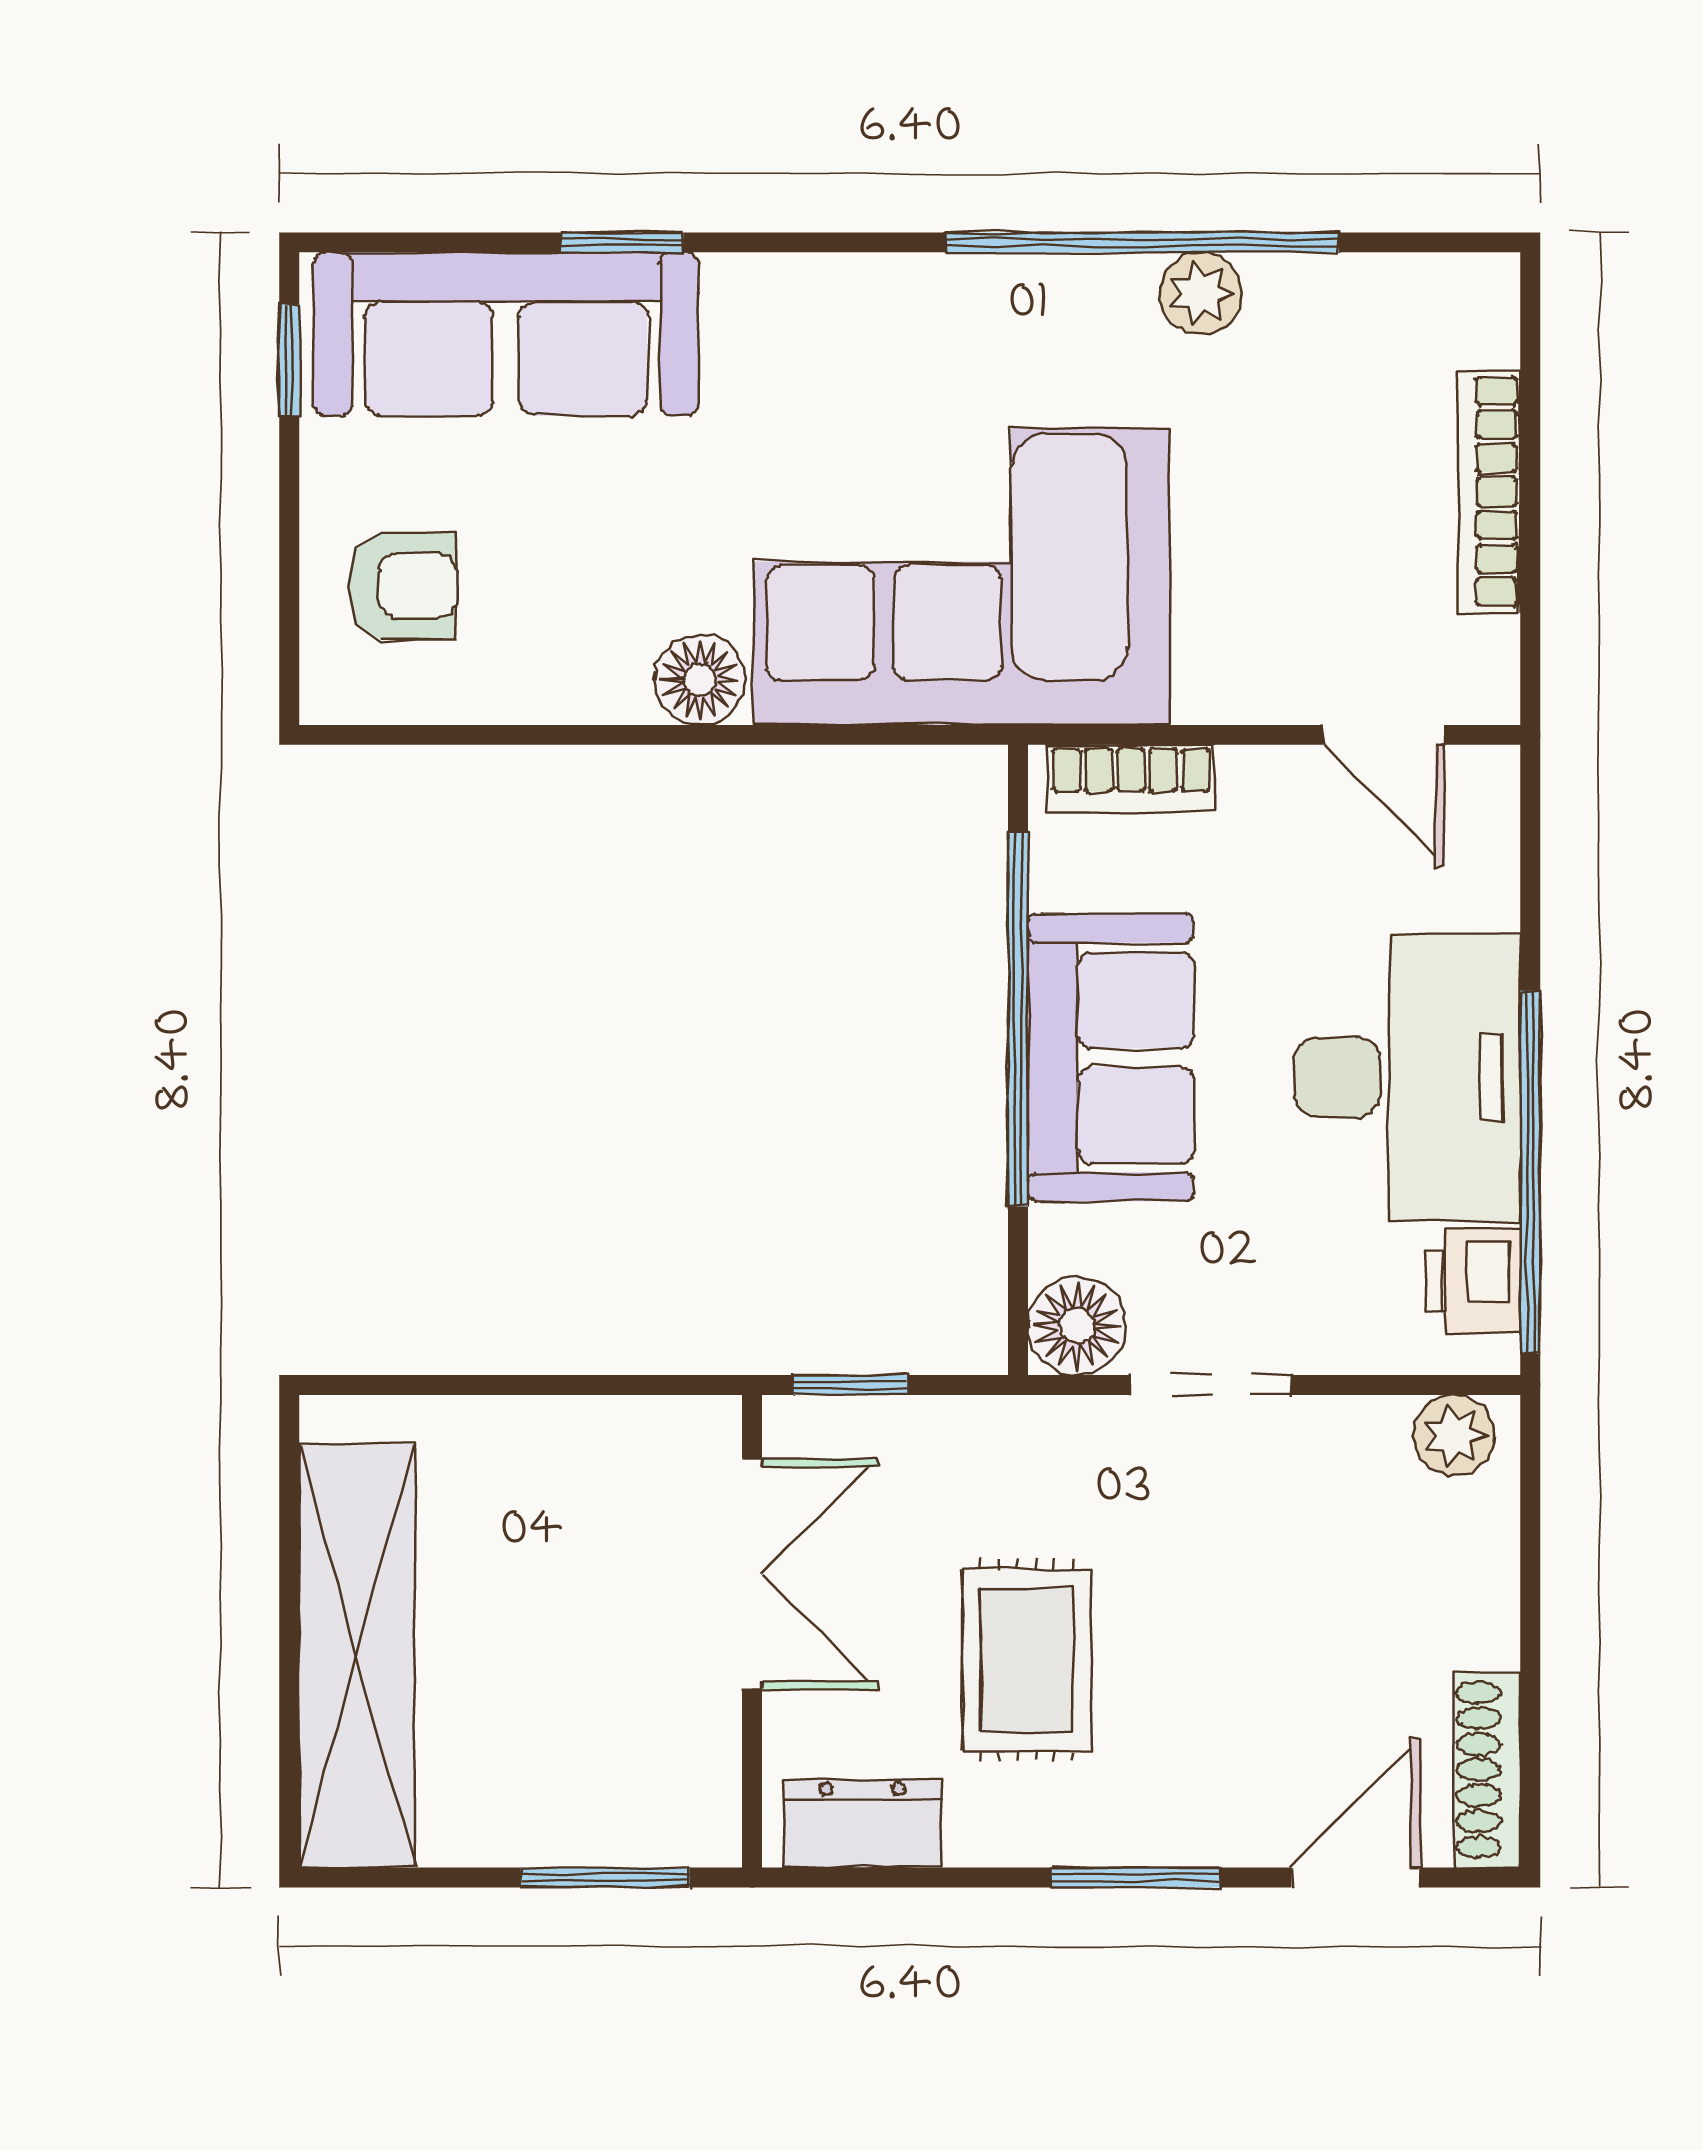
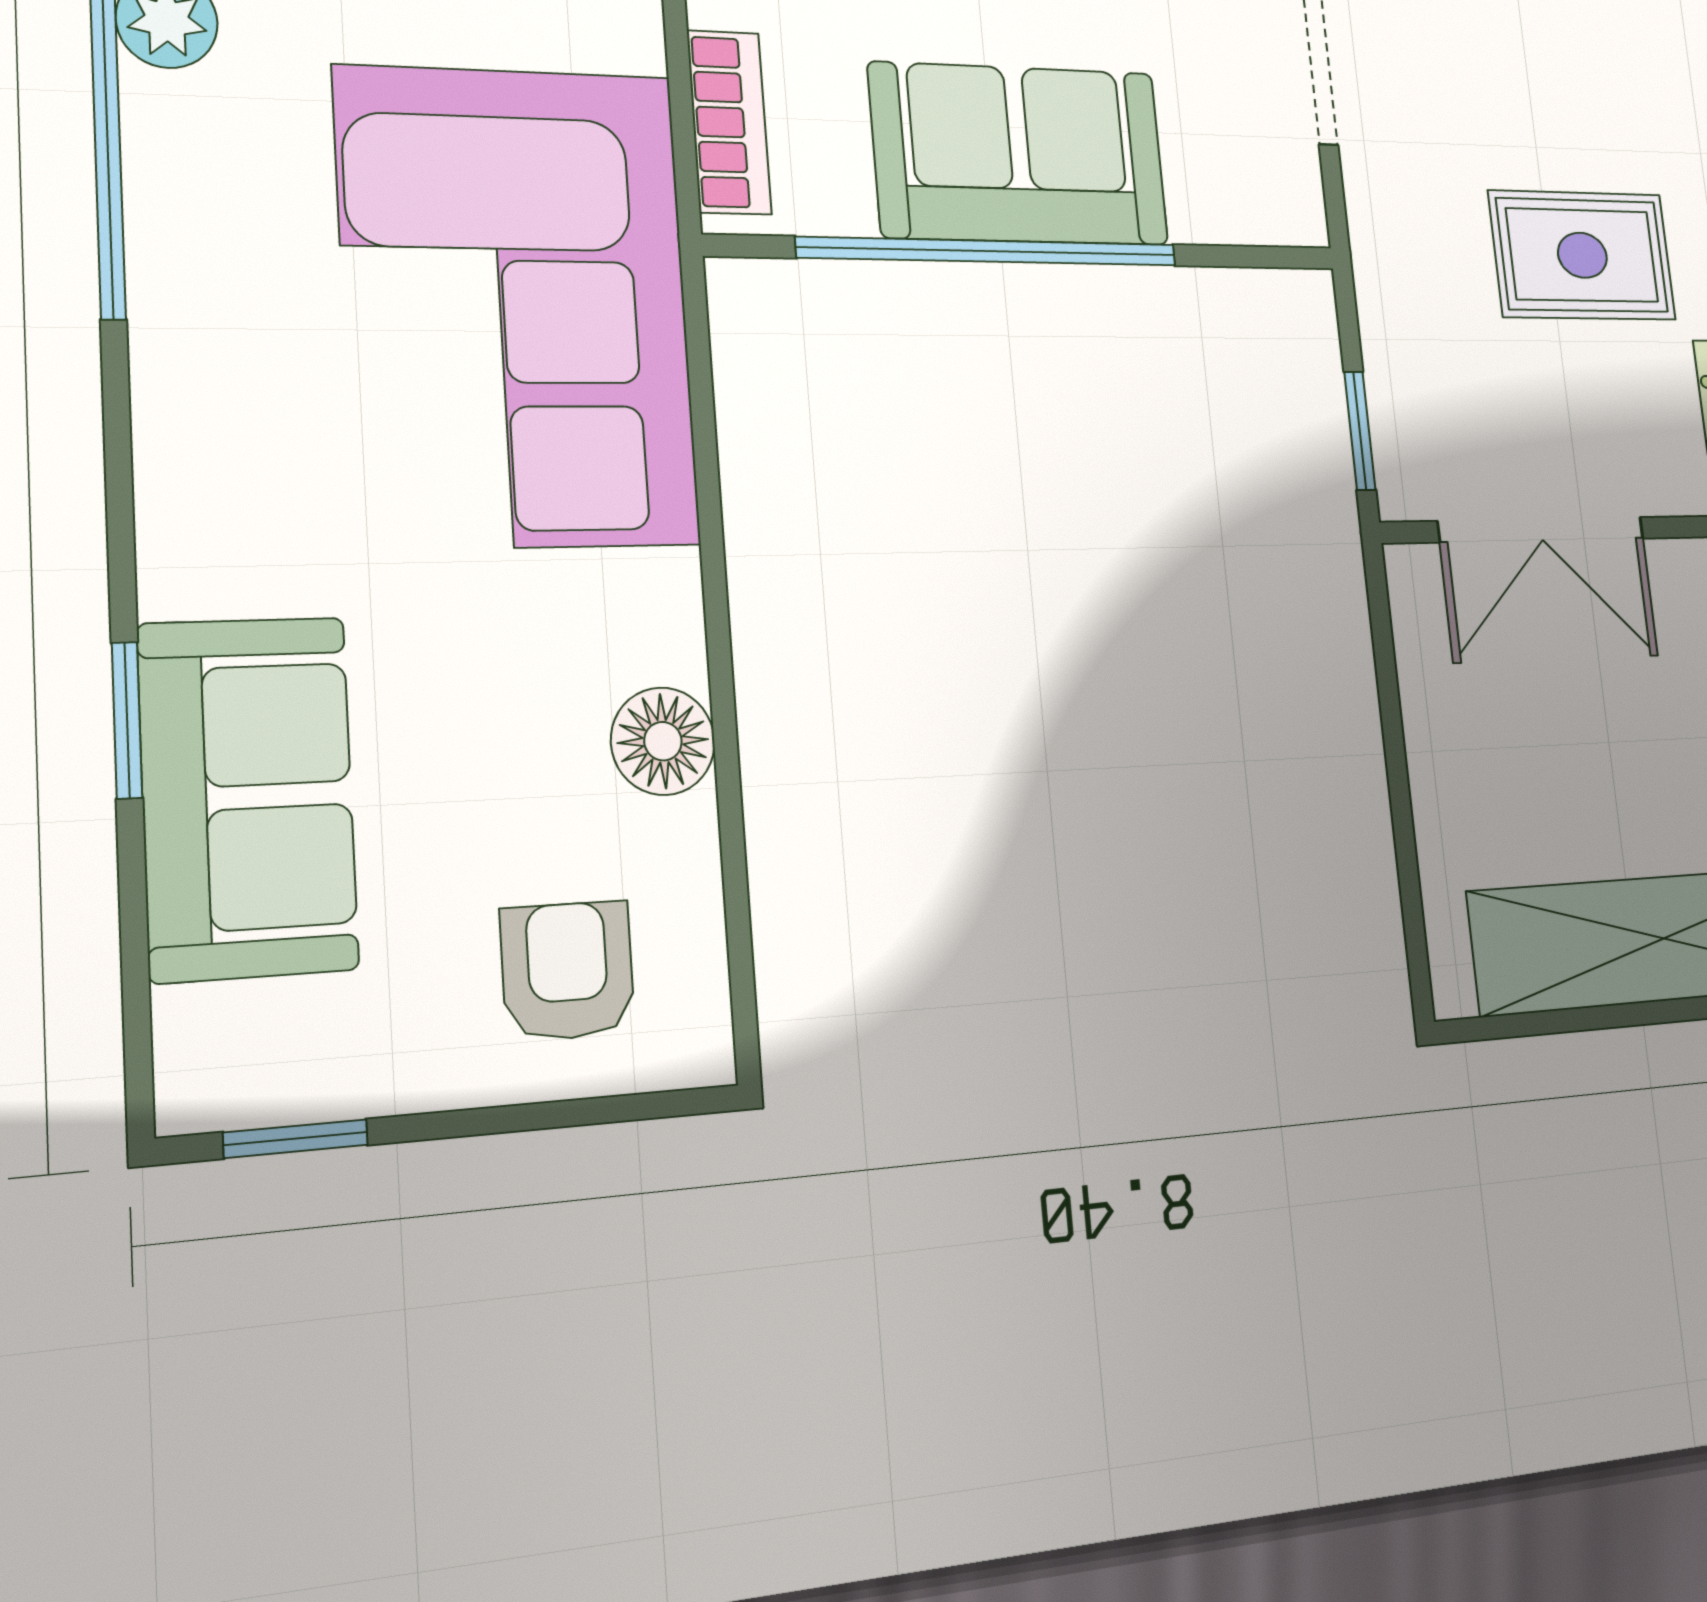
sofa: (506, 334) -> (248, 797), width x0.73
floor lamp: (700, 680) -> (663, 741), moved
floor lamp: (1077, 1326) -> (1280, 197), removed
double door: (752, 1574) -> (1542, 530), swing flipped

